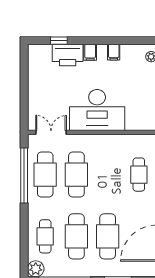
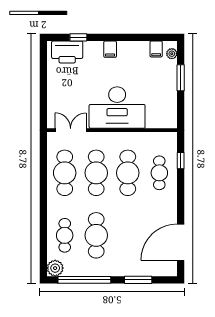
filing cabinet: (114, 52) -> (156, 49), moved
printer: (68, 55) -> (67, 52), moved
window: (24, 176) -> (43, 174), removed
cafe table: (108, 236) -> (128, 173), moved

